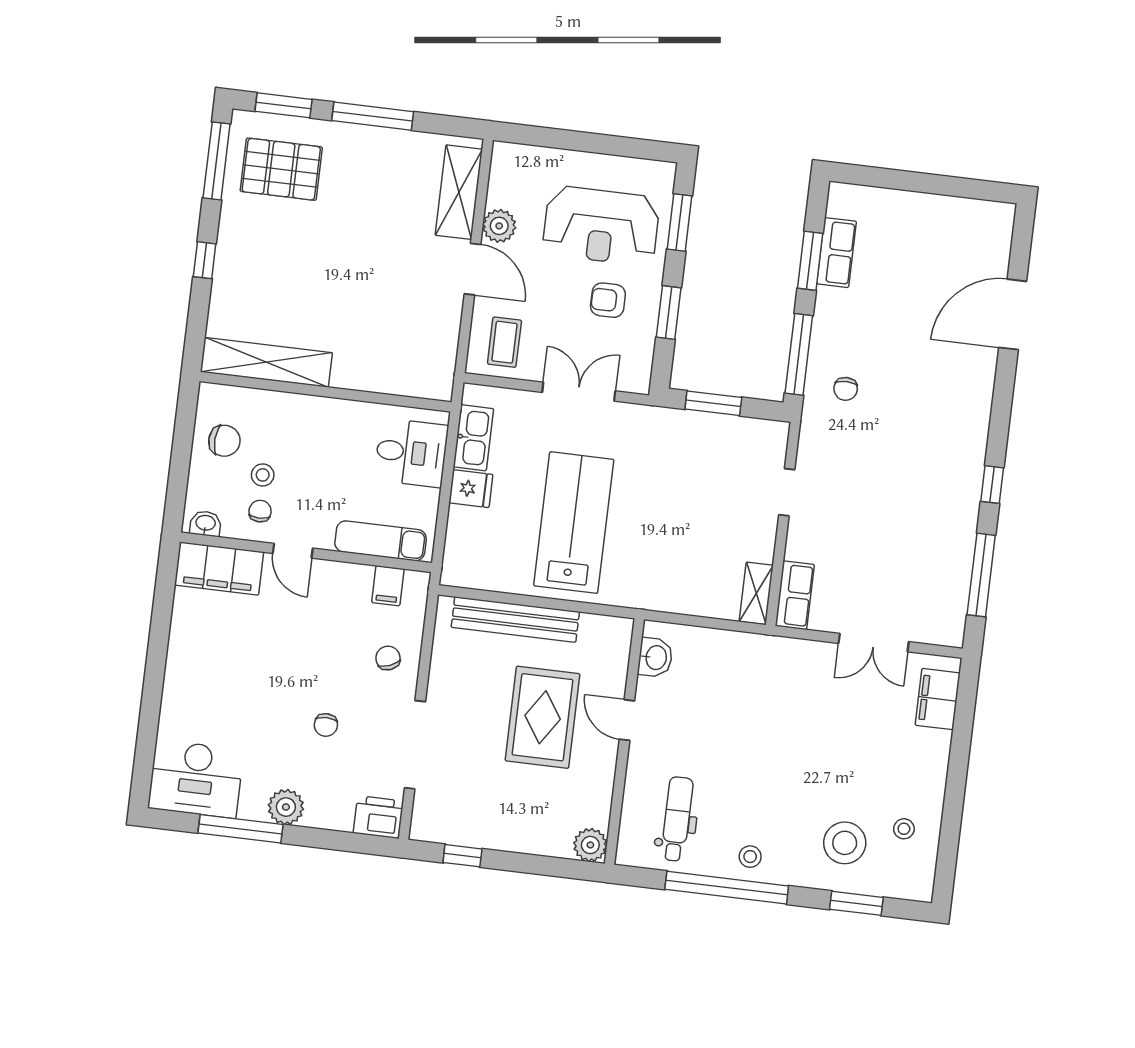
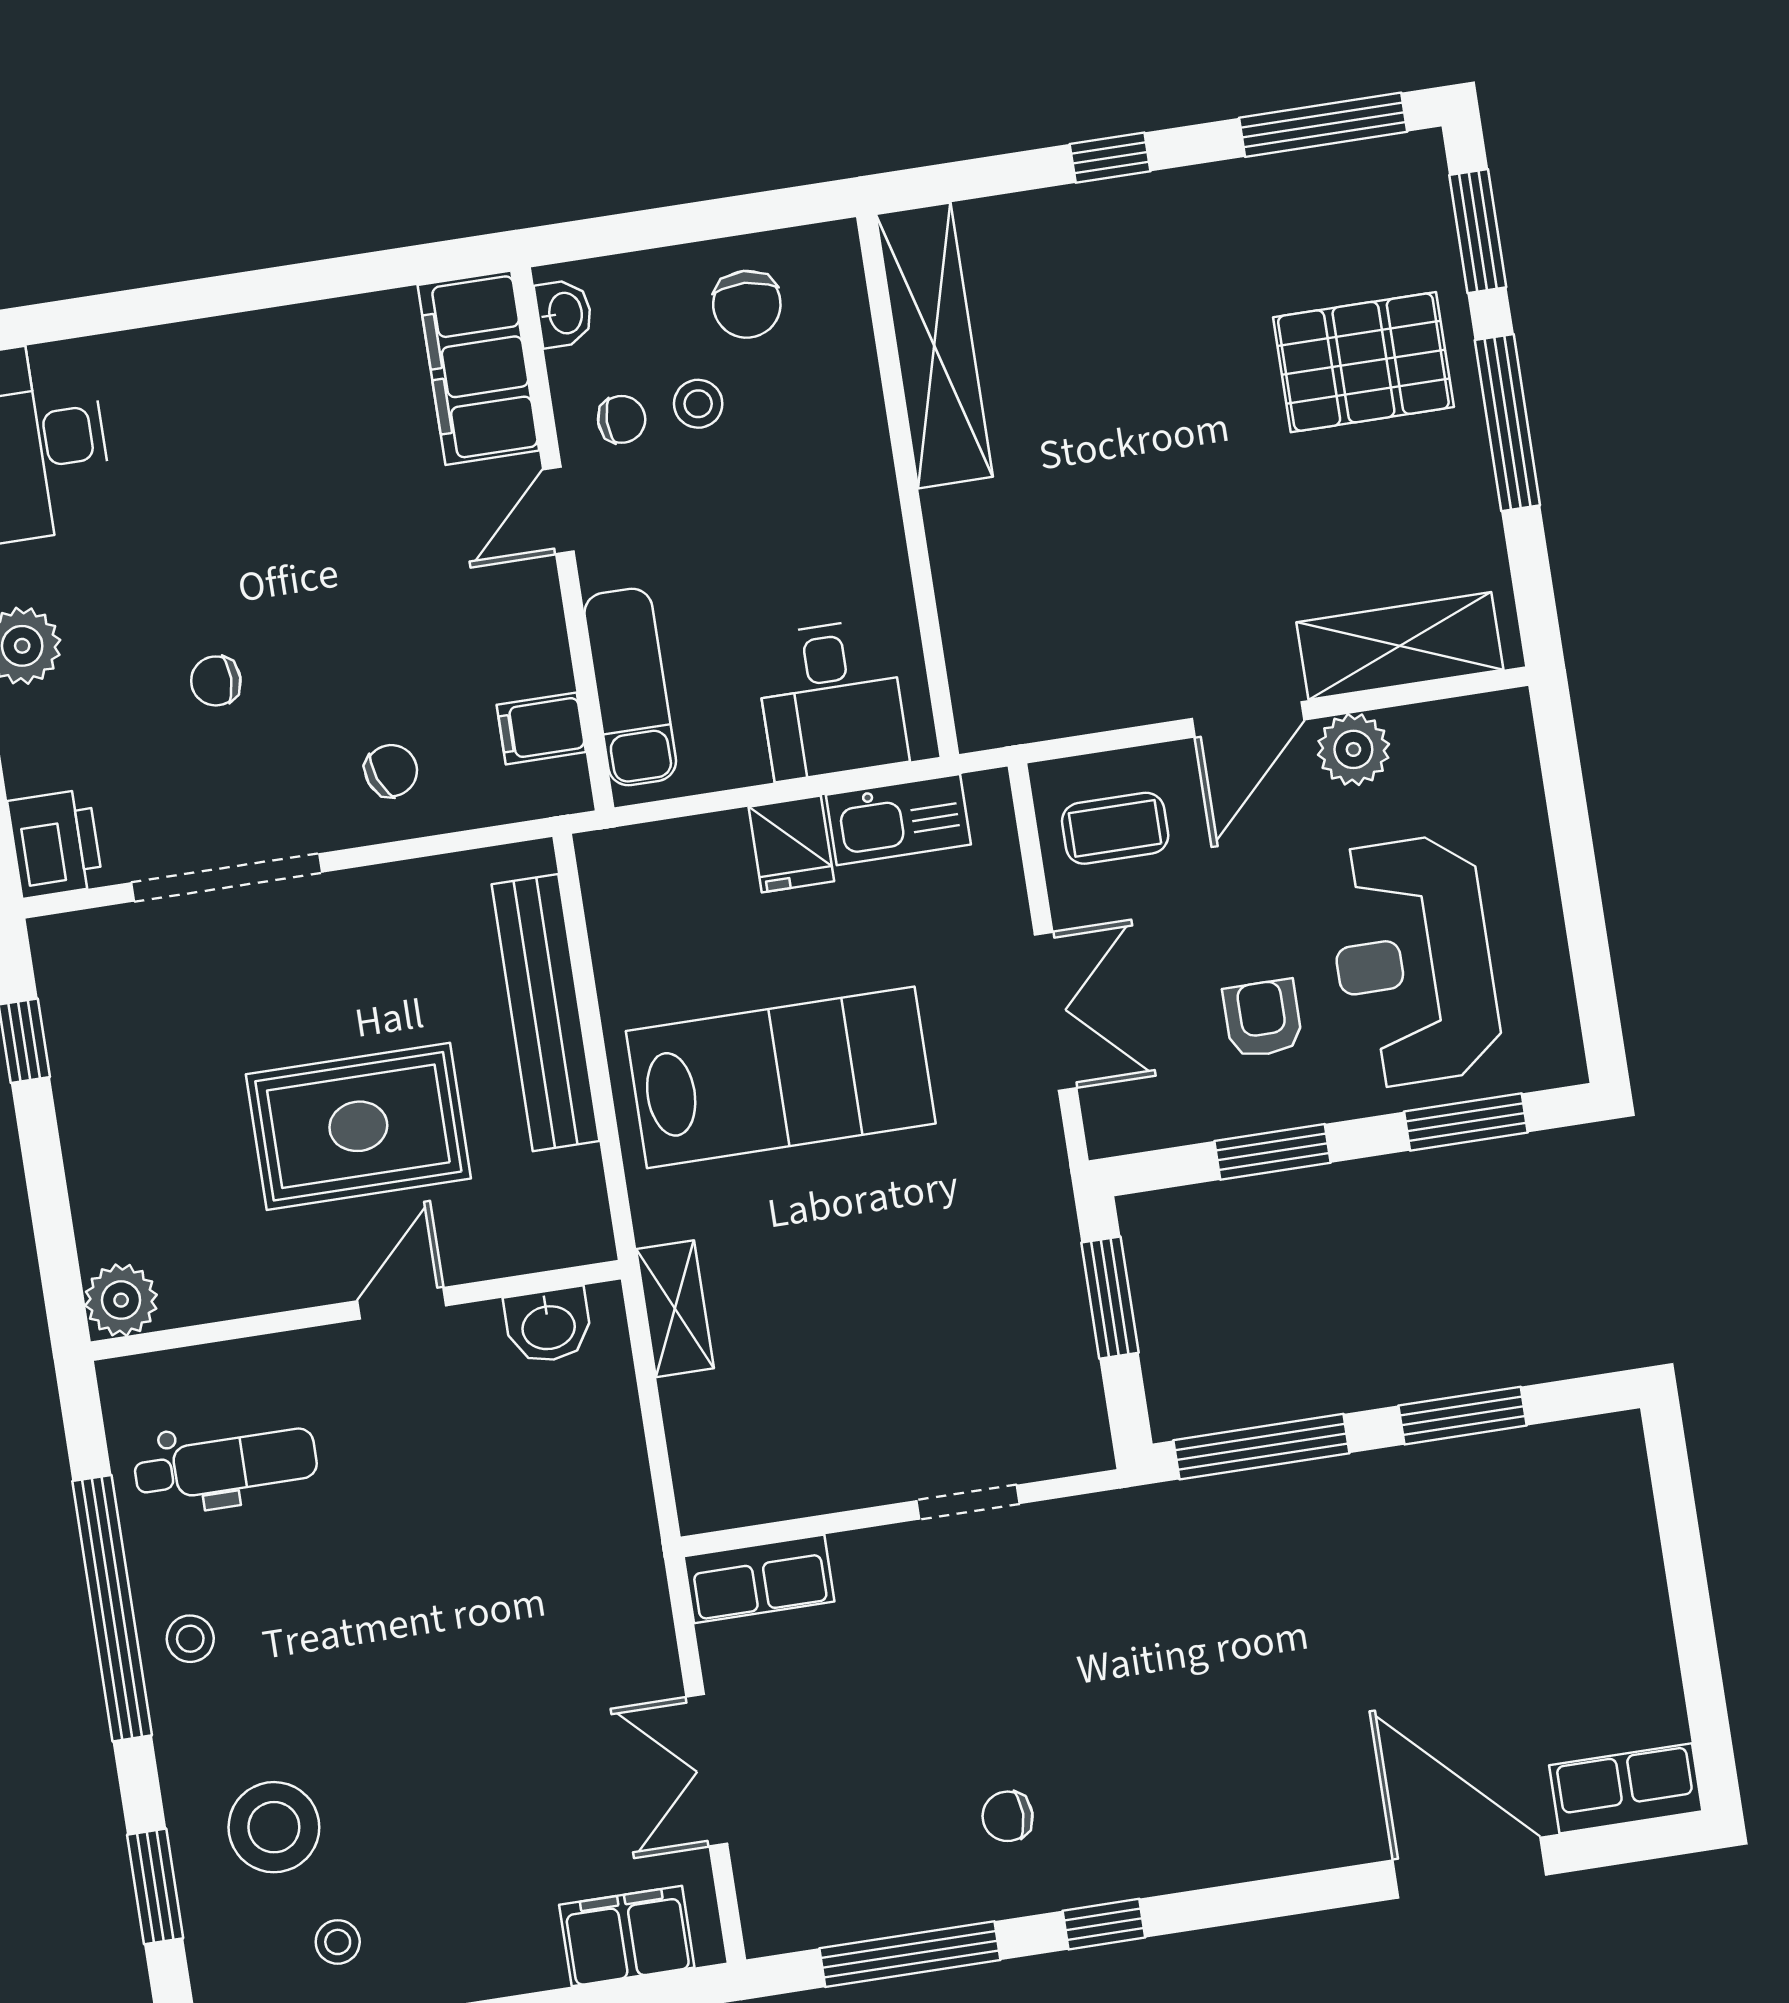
pallet: (281, 169) -> (1363, 362), moved, turned 90
row of seats: (837, 253) -> (1626, 1788), moved, turned 180
chair: (846, 389) -> (1008, 1816), moved
shelving: (756, 593) -> (675, 1309), moved, turned 90

